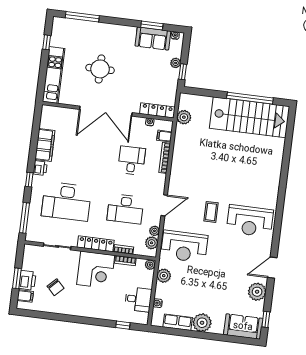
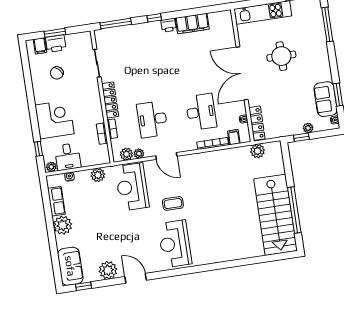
desk: (132, 160) -> (201, 112), width x1.37
desk: (66, 201) -> (143, 60), removed
plant: (150, 265) -> (51, 167), moved
corner desk: (96, 270) -> (55, 119), moved, turned 180

